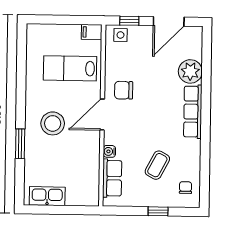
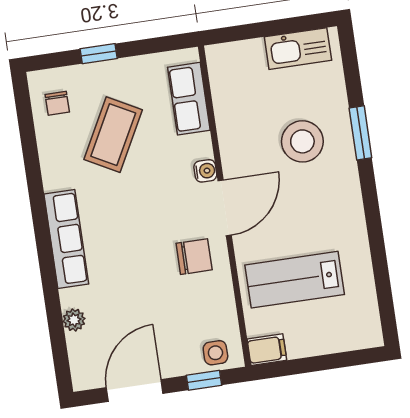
lab bench: (70, 68) -> (295, 280), turned 180
plant: (190, 71) -> (74, 320), width x0.53, depth x0.53
stool: (53, 123) -> (302, 141), moved
water cooler: (109, 151) -> (205, 171), moved
coffee table: (157, 165) -> (113, 135), width x1.36, depth x1.30

